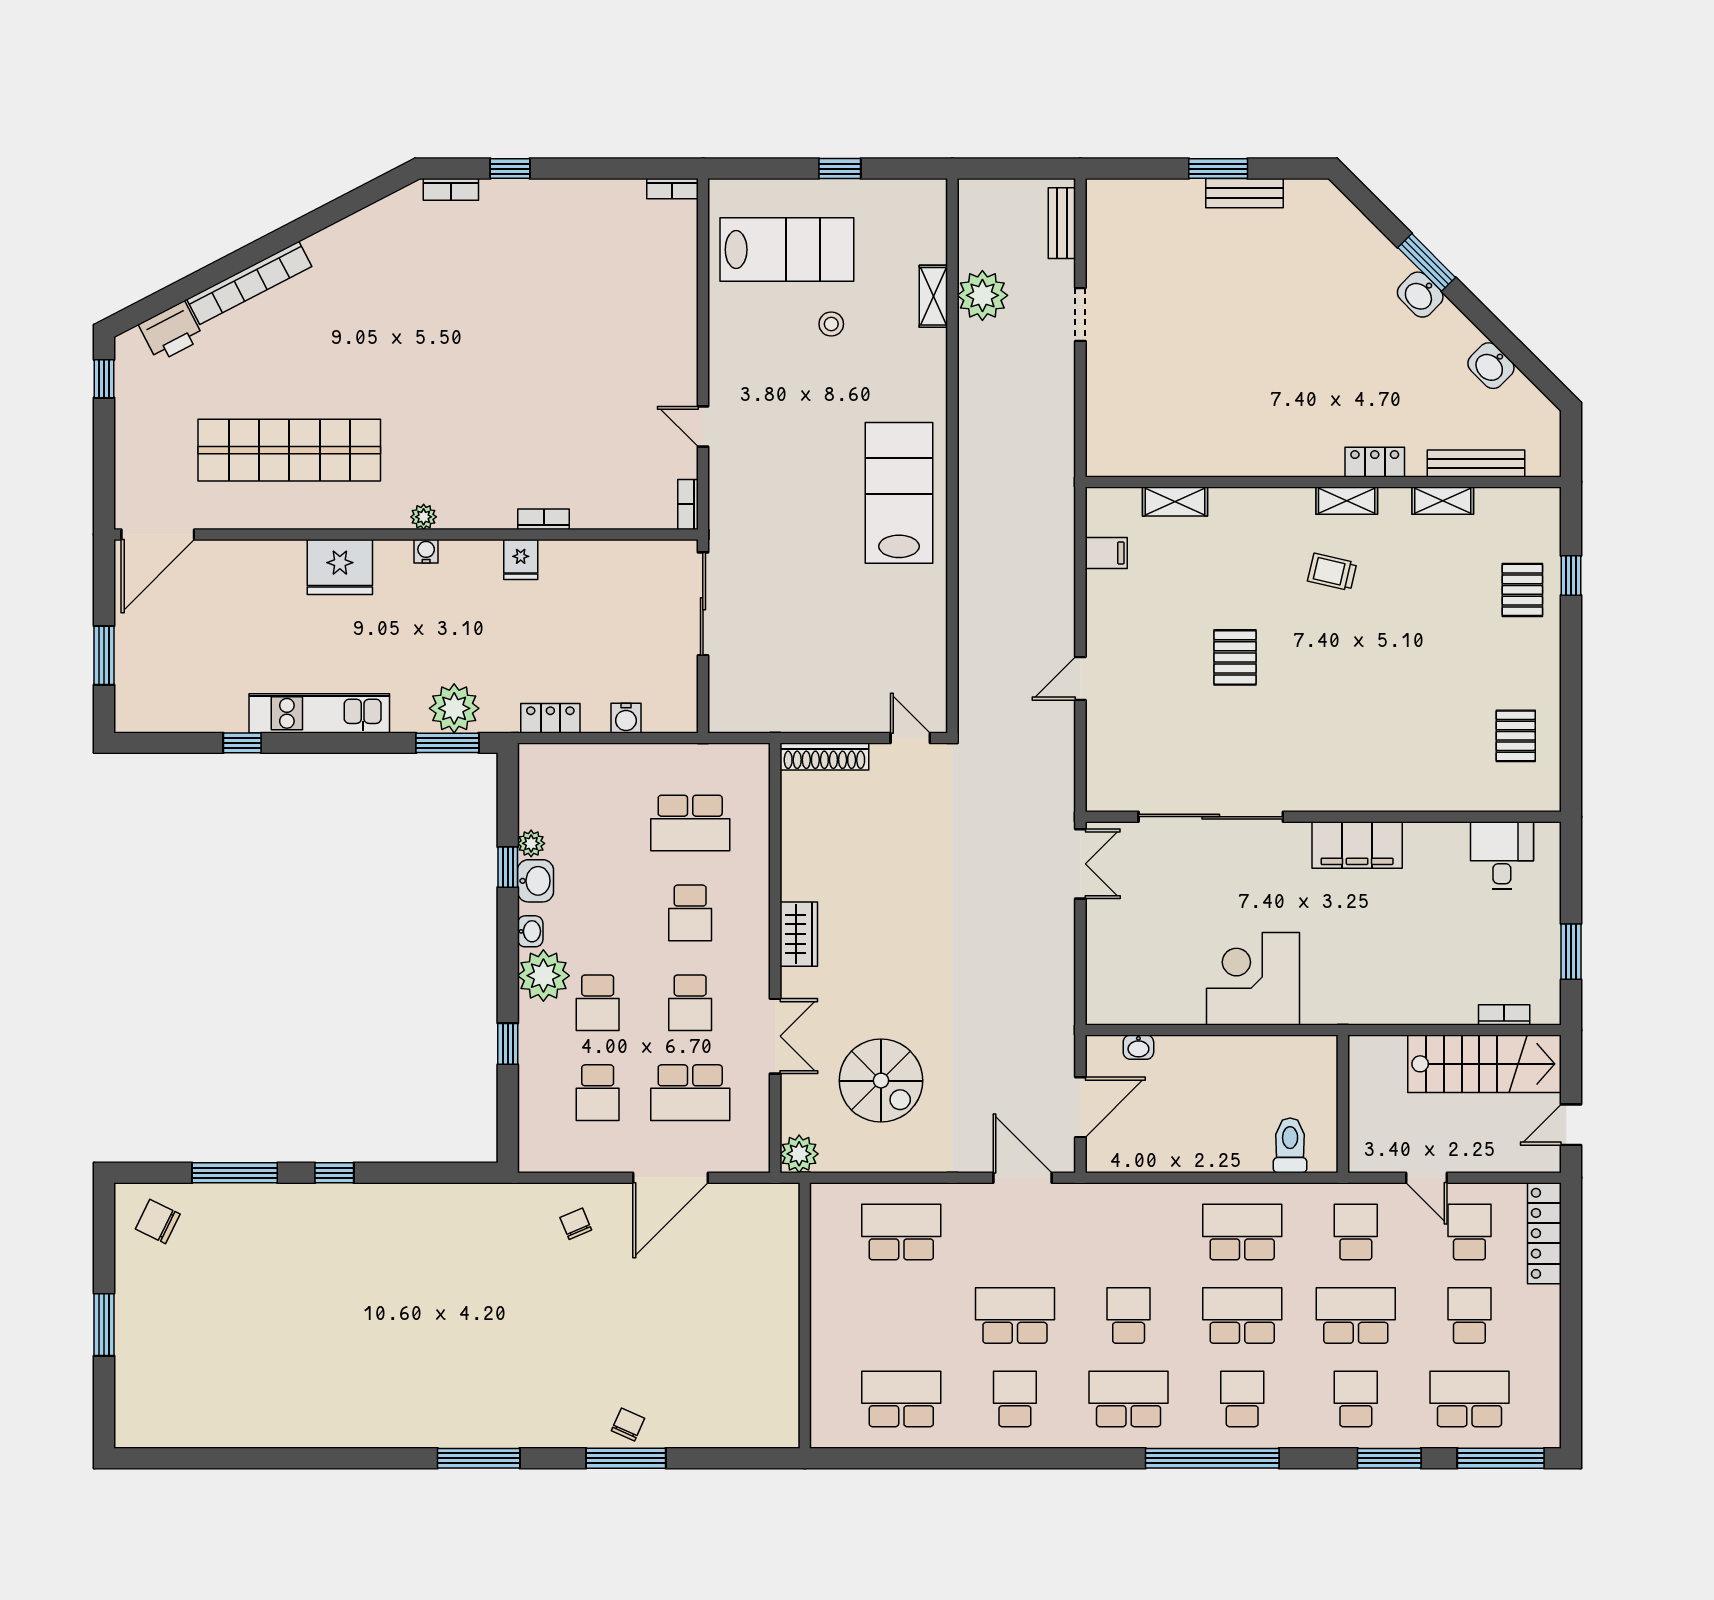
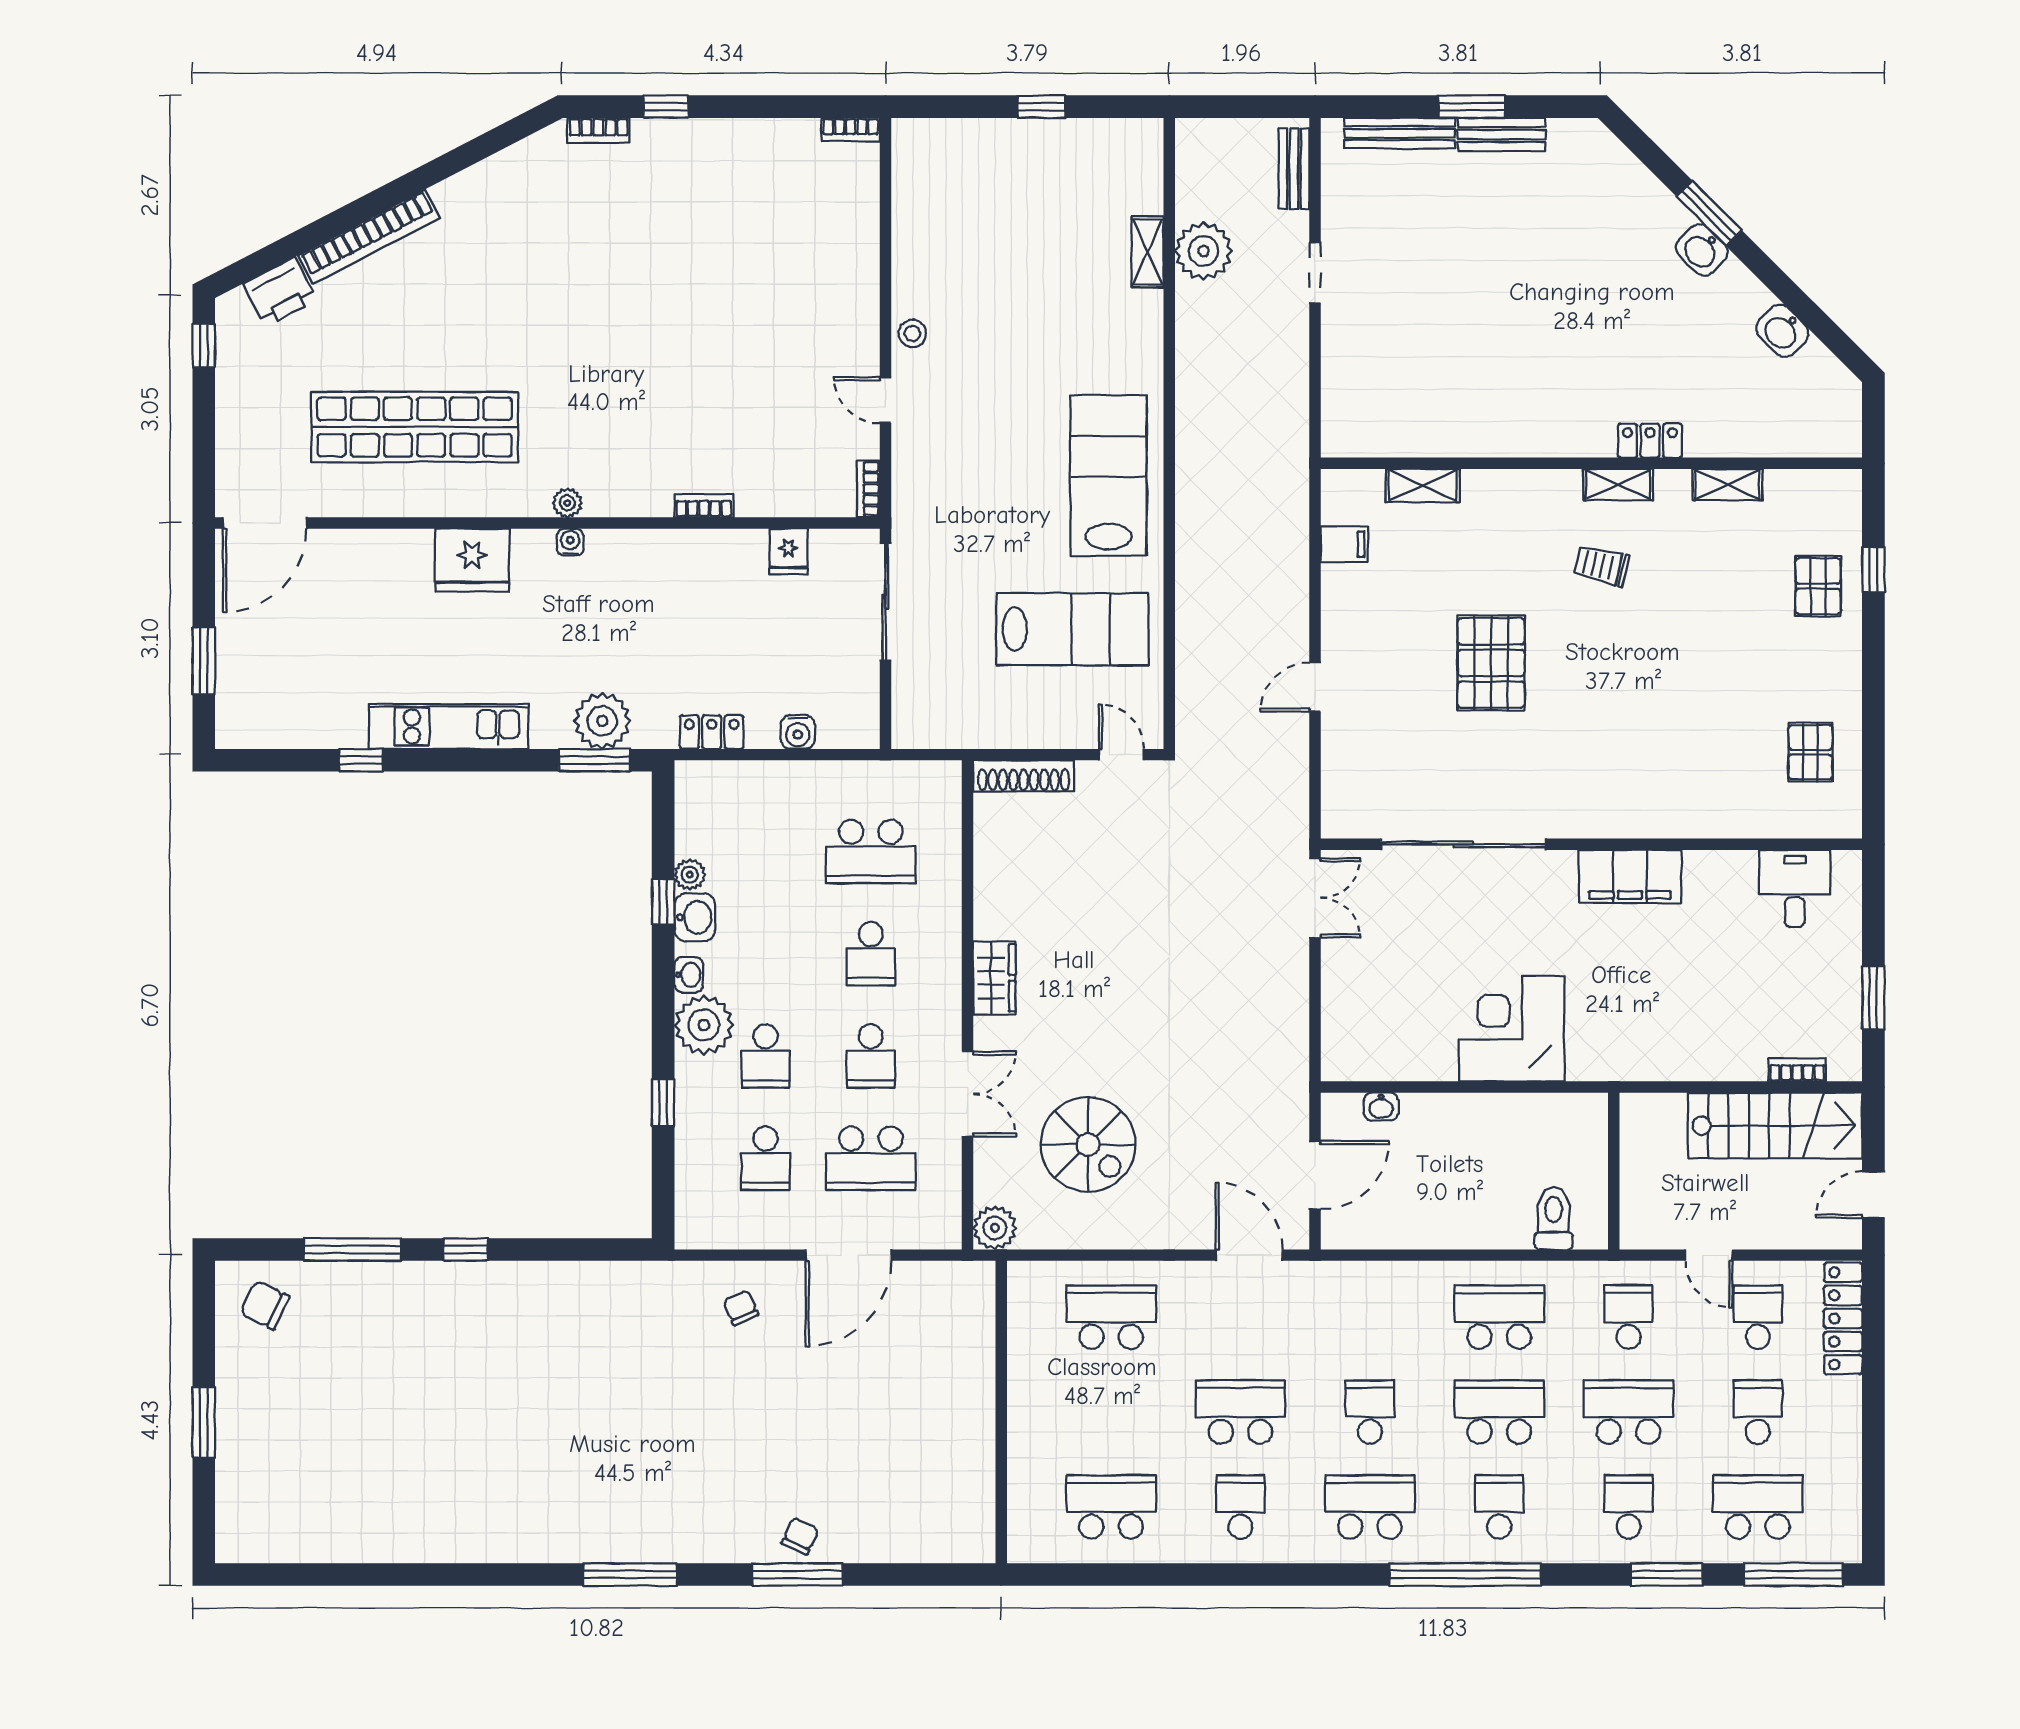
lab bench: (787, 250) -> (1072, 629), moved
stool: (831, 324) -> (912, 333), moved
bench: (1476, 463) -> (1400, 133), moved
fridge: (521, 560) -> (788, 552), moved
pallet: (1235, 657) -> (1491, 663), width x1.50, depth x1.42

